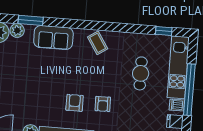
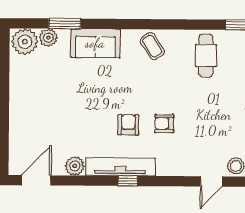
cafe table: (141, 73) -> (206, 56), moved
armchair: (103, 104) -> (164, 123), turned 91

